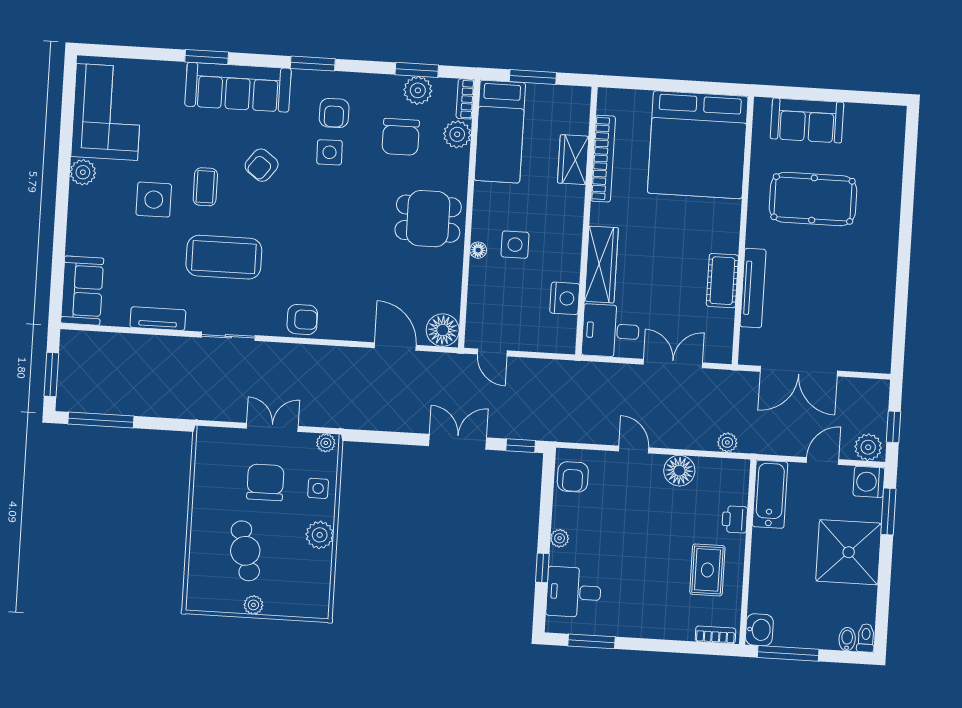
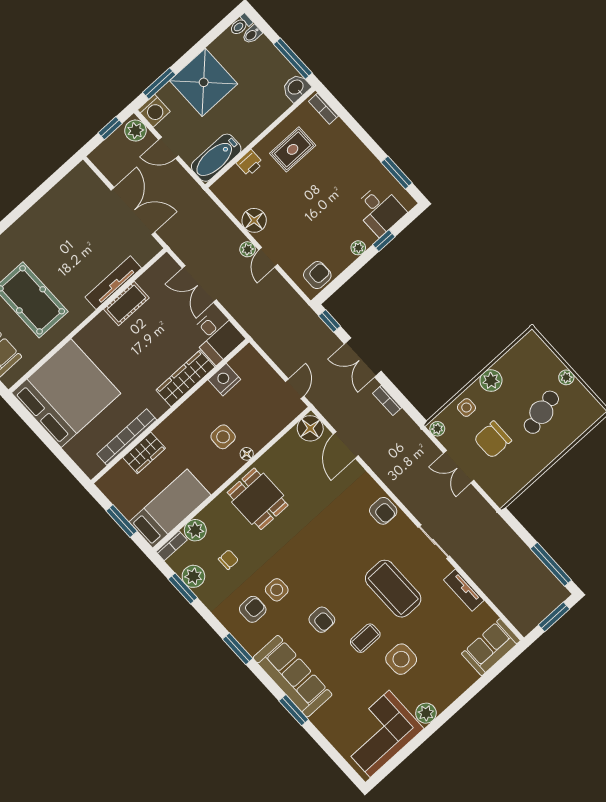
chair: (401, 137) -> (228, 560), width x0.54, depth x0.54
armchair: (262, 165) -> (322, 620), turned 53
armchair: (302, 319) -> (383, 511), turned 180
bookcase: (397, 424) -> (387, 400), added
plant: (727, 442) -> (248, 249), moved

